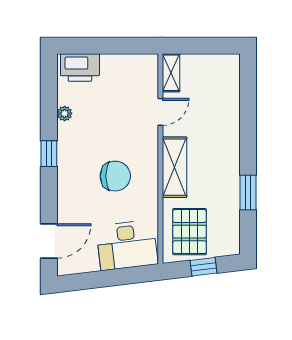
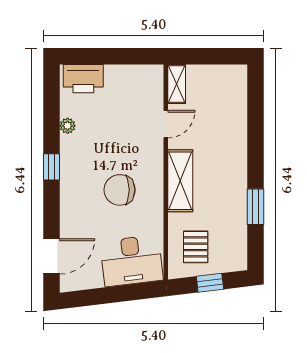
chair: (115, 176) -> (120, 190), turned 180
pallet: (190, 232) -> (196, 247), width x0.67, depth x0.71

